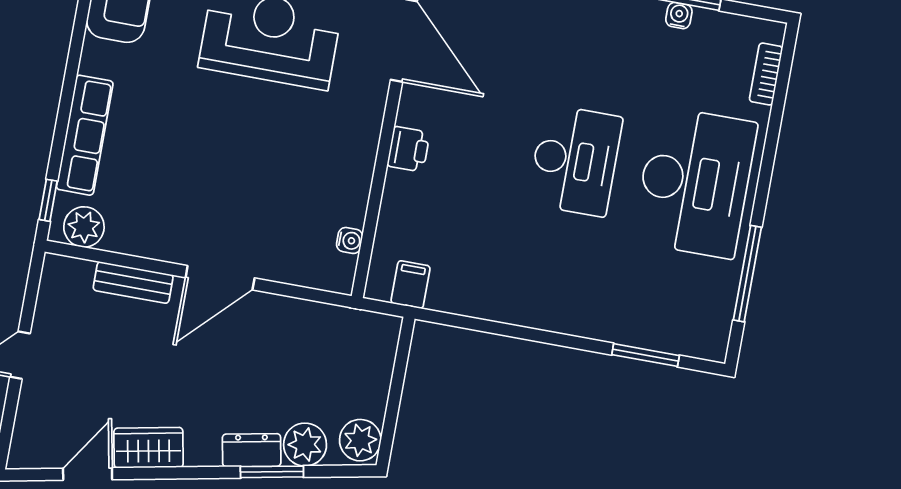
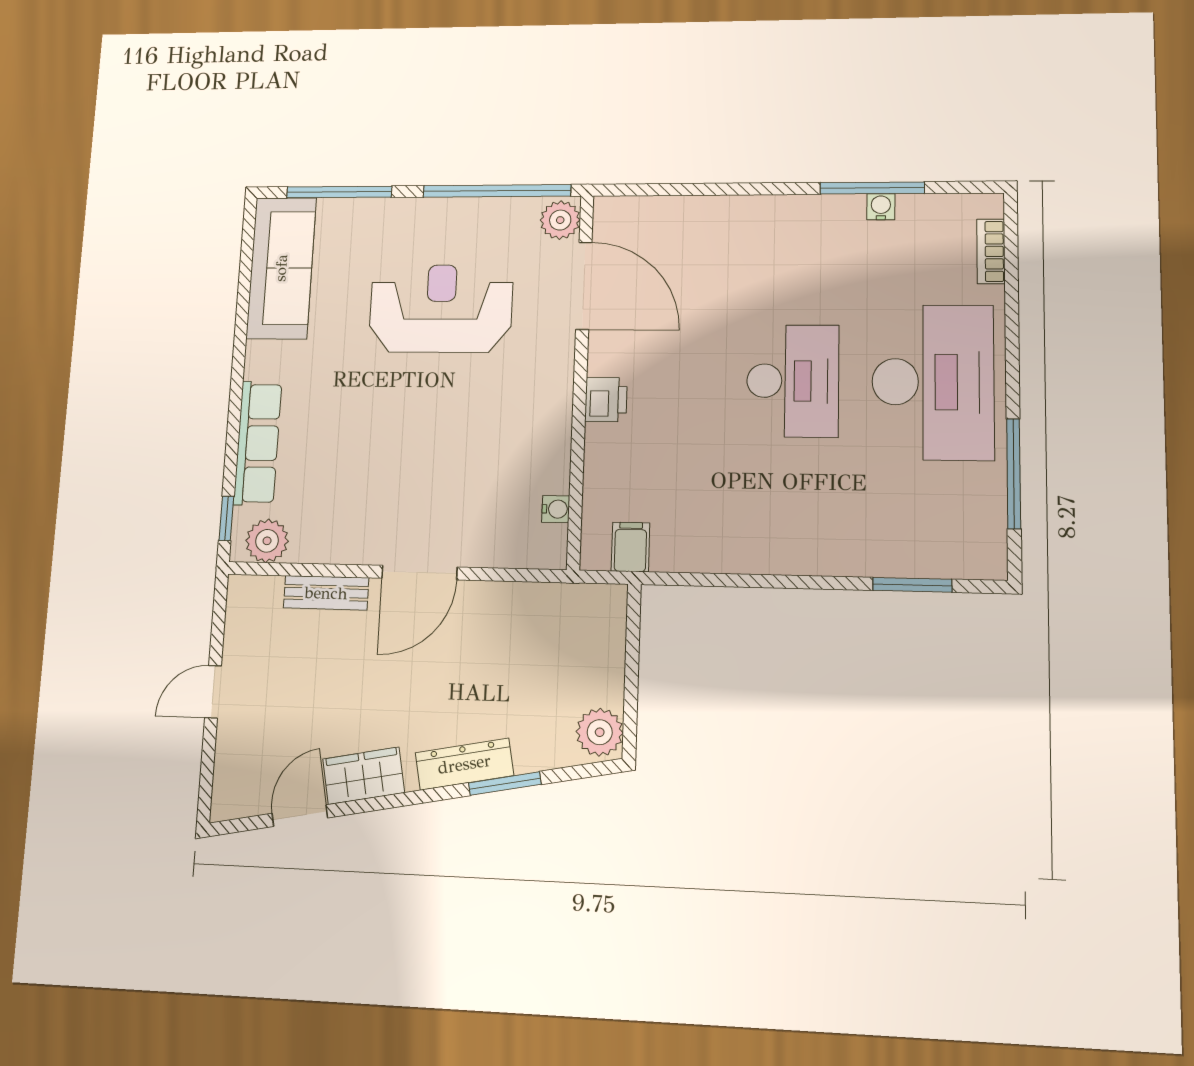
plant: (305, 445) -> (538, 746), removed
dresser: (252, 450) -> (464, 764), width x1.44

